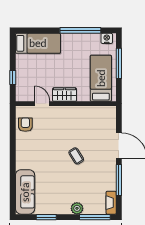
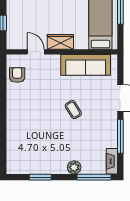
sofa: (25, 192) -> (86, 65), moved, turned 90

